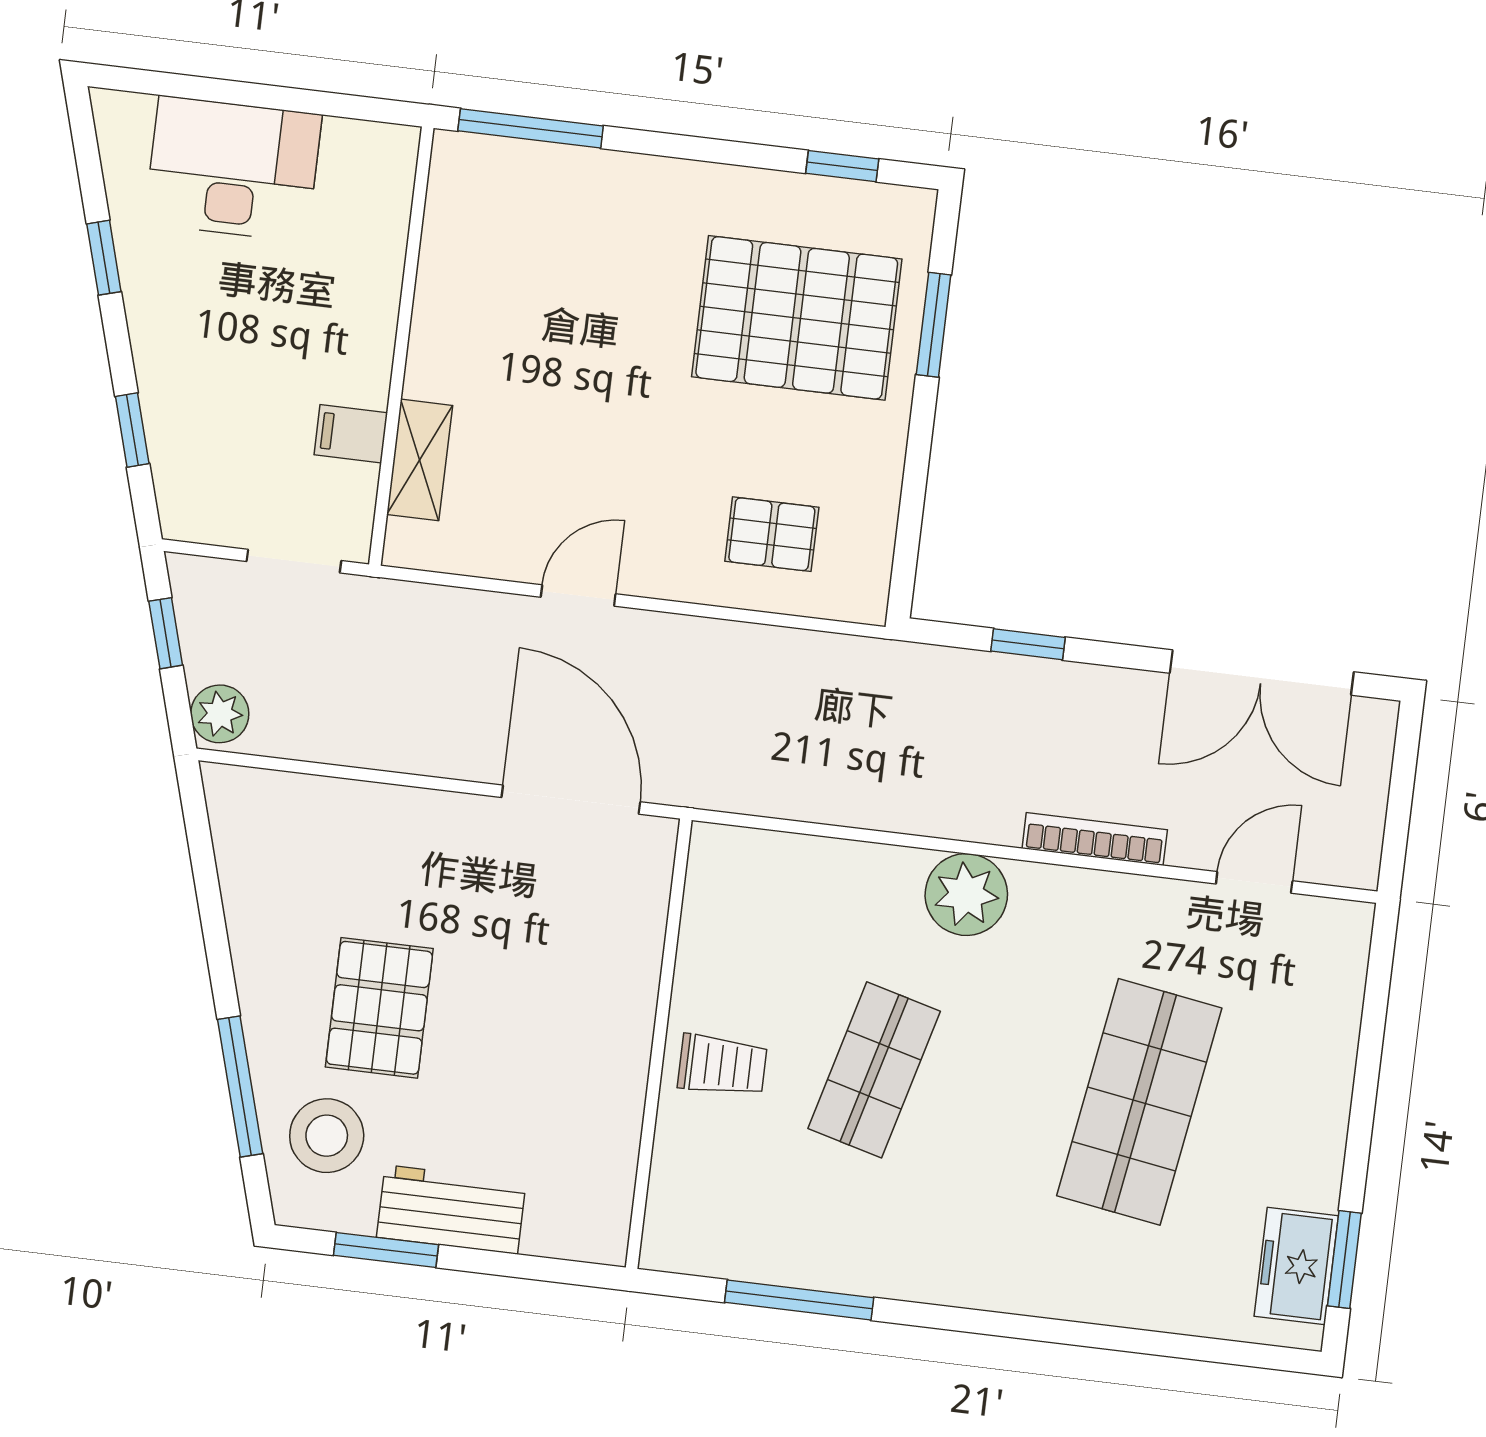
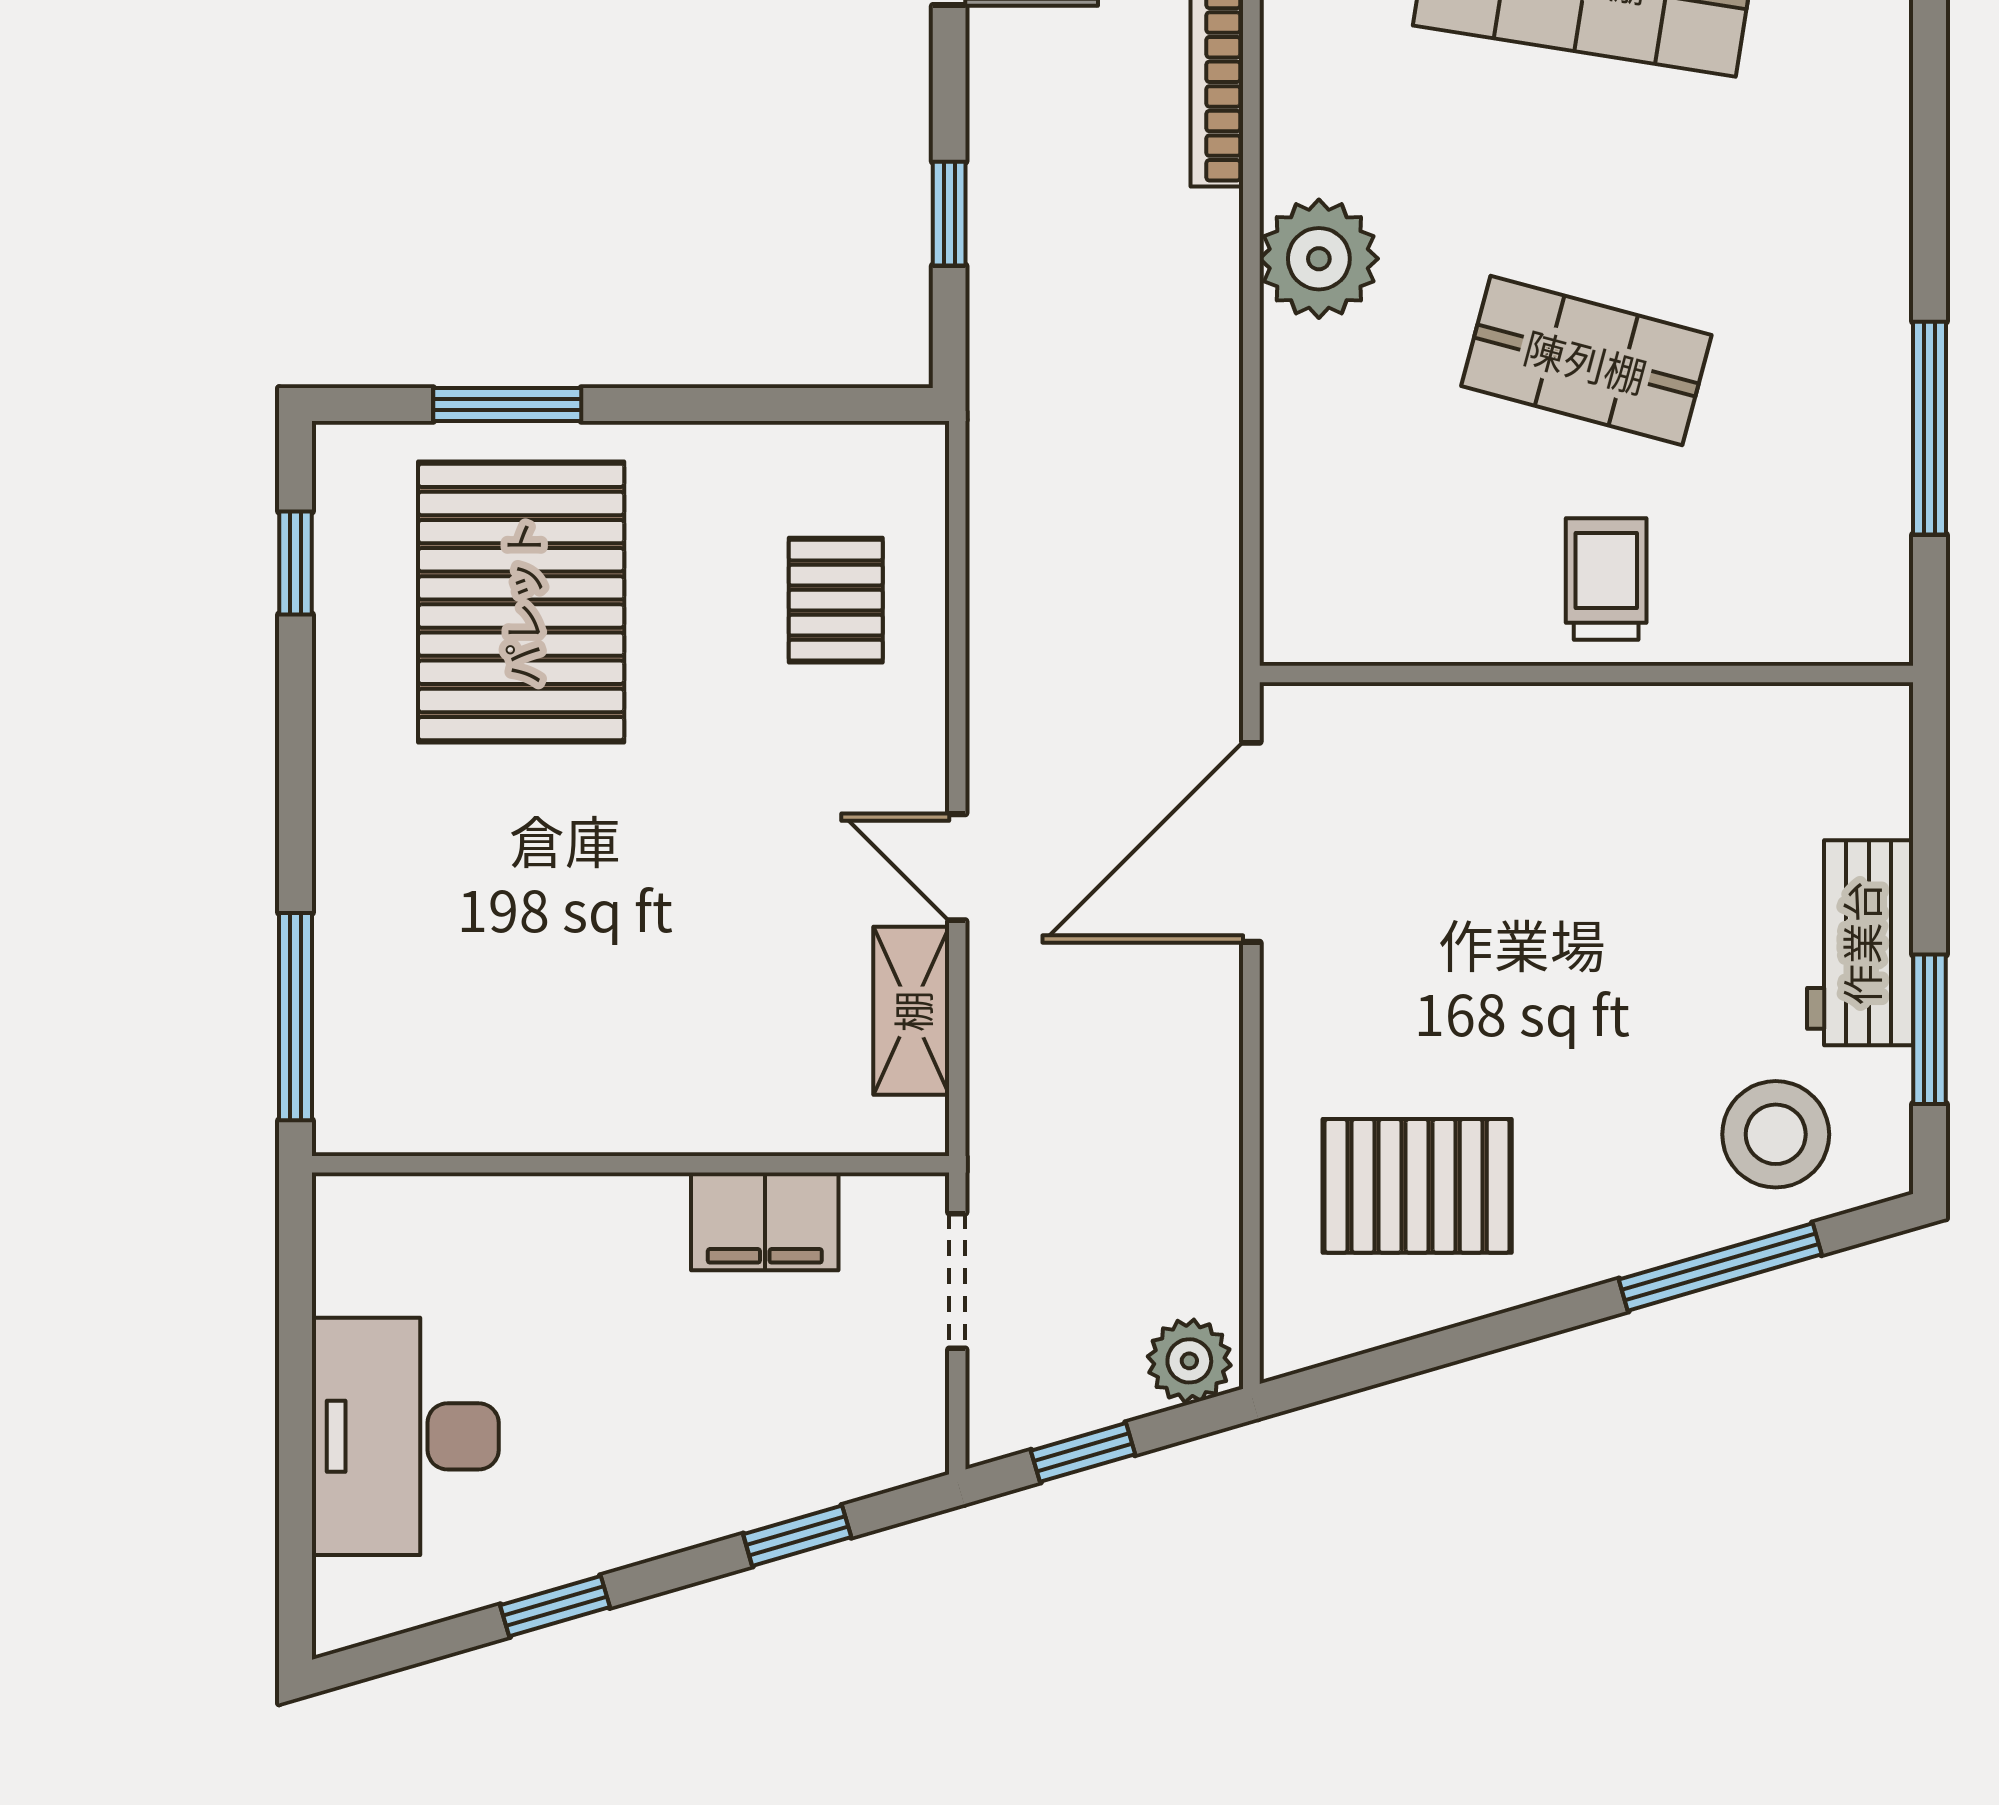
filing cabinet: (351, 434) -> (765, 1221), width x2.00
shelving: (420, 460) -> (911, 1011), moved, turned 90
pallet: (379, 1008) -> (1417, 1186), moved

